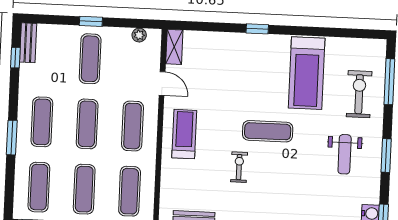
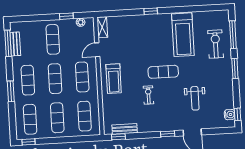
window: (91, 21) -> (66, 16), moved
bench: (28, 43) -> (15, 44), moved
window: (15, 58) -> (8, 43), width x2.17
door: (162, 84) -> (97, 50), swing flipped
treadmill: (184, 134) -> (114, 79), turned 180
weight bench: (345, 154) -> (195, 98), moved
window: (386, 155) -> (235, 69), moved

